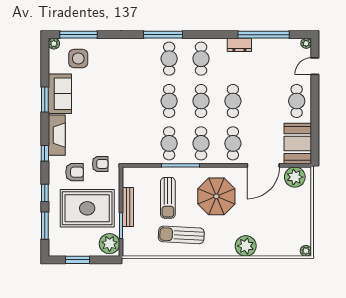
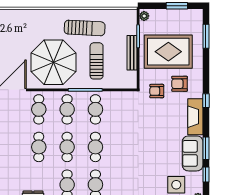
window: (45, 193) -> (206, 175), moved
parasol: (216, 196) -> (53, 62), width x1.36, depth x1.36
plant: (110, 244) -> (144, 16), width x0.53, depth x0.53
plant: (246, 246) -> (27, 18), removed

